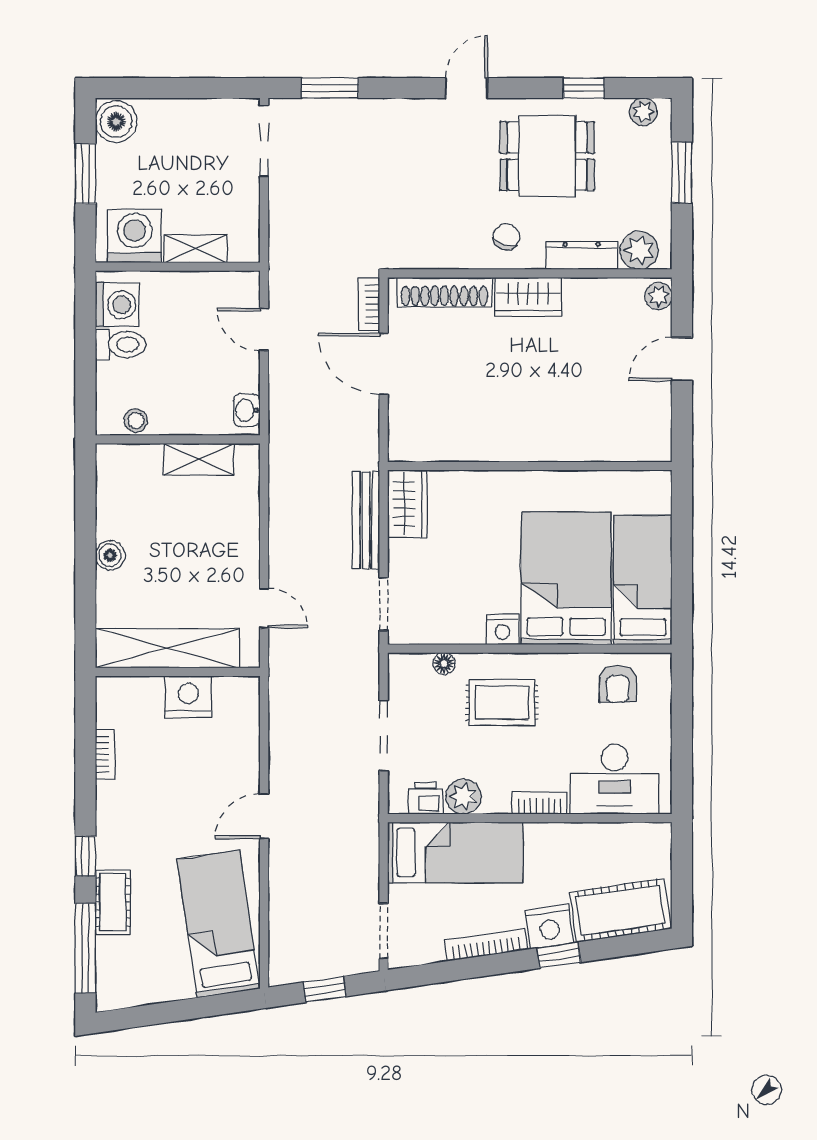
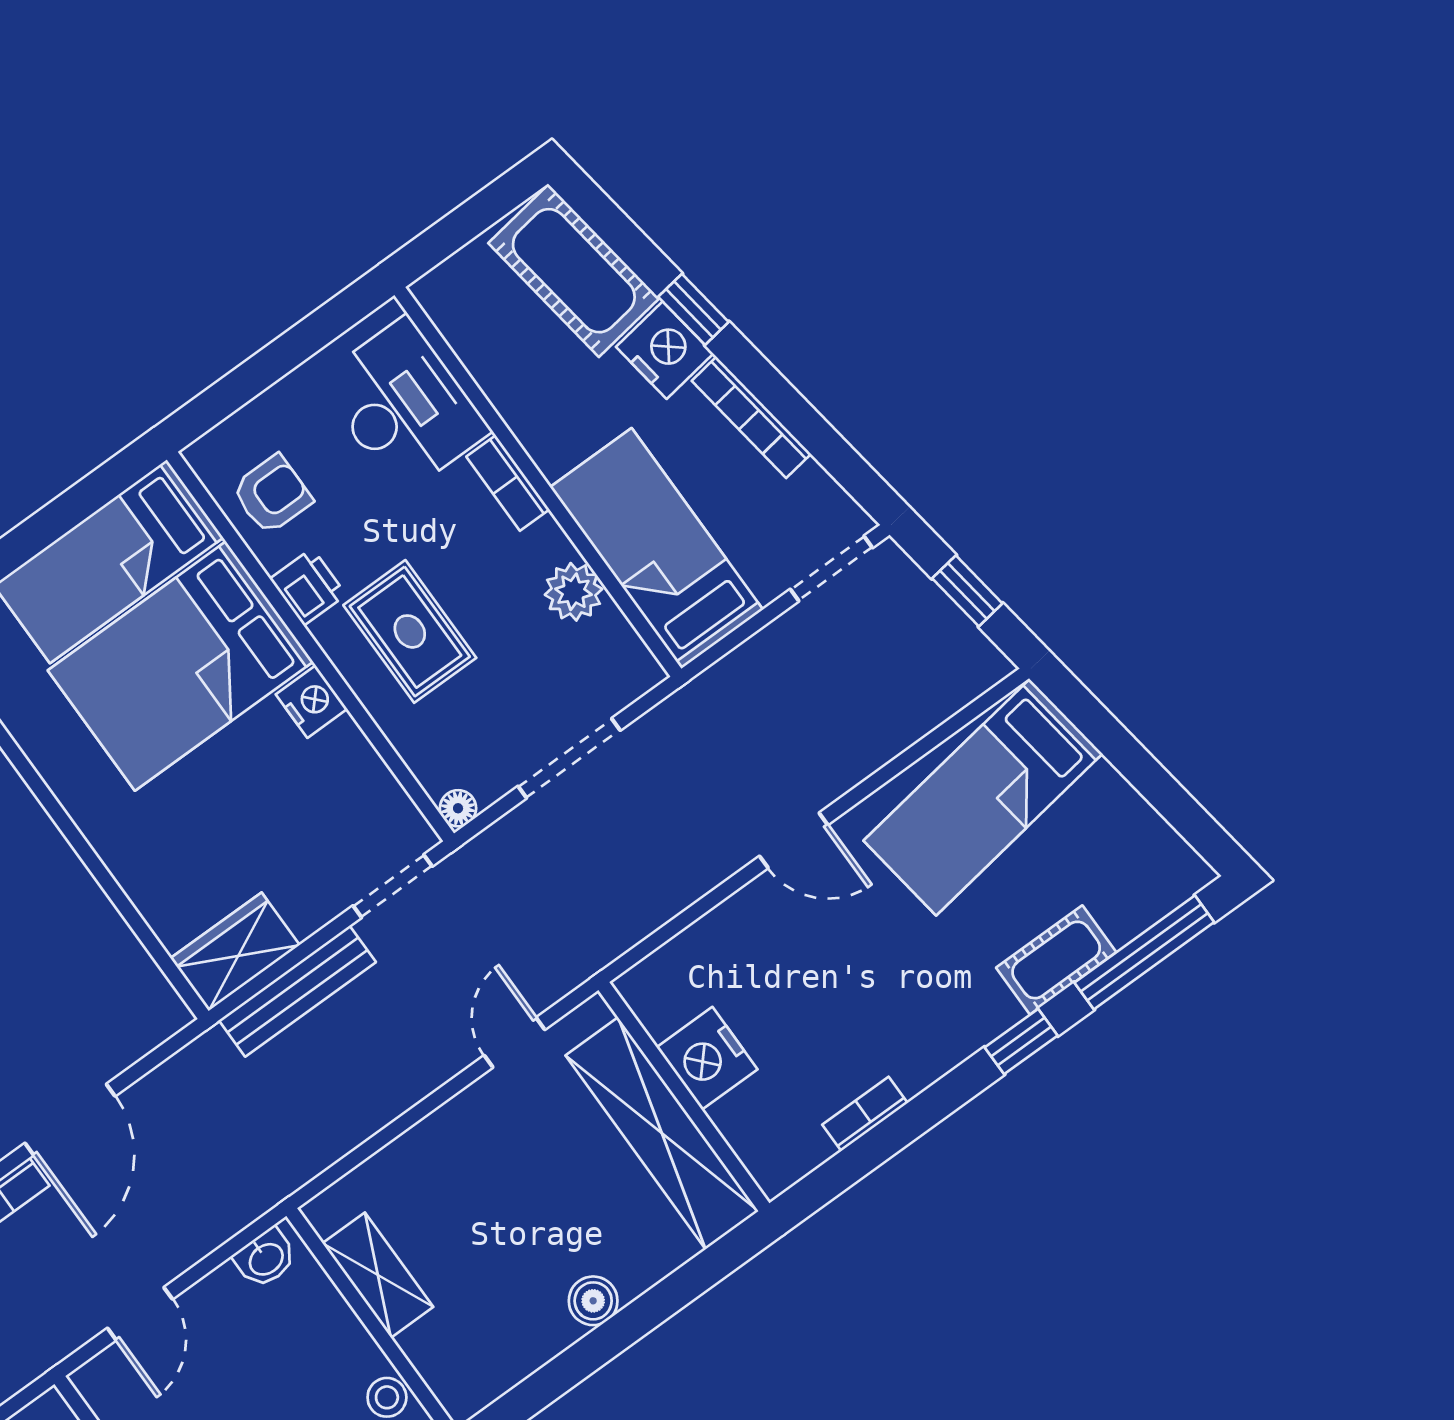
floor lamp: (444, 664) -> (458, 808), moved
printer: (426, 798) -> (308, 587), moved, turned 180

